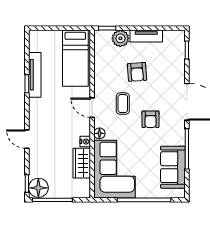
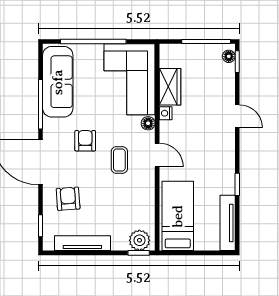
tv unit: (146, 36) -> (82, 243), width x1.41
plant: (120, 38) -> (139, 240), moved
armchair: (137, 72) -> (68, 199), moved
tv unit: (35, 75) -> (228, 223), moved
sofa: (173, 167) -> (58, 82), width x1.36
floor lamp: (38, 188) -> (229, 56), width x0.53, depth x0.53

